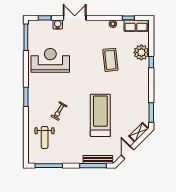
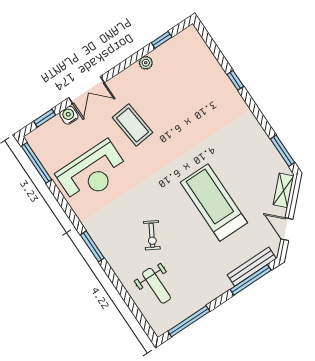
double door: (75, 18) -> (86, 90), swing flipped
row of seats: (136, 26) -> (180, 43), removed
plant: (141, 52) -> (212, 76), removed
reception desk: (50, 60) -> (92, 172), turned 180
coffee table: (110, 60) -> (133, 125), moved

